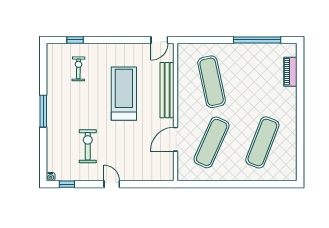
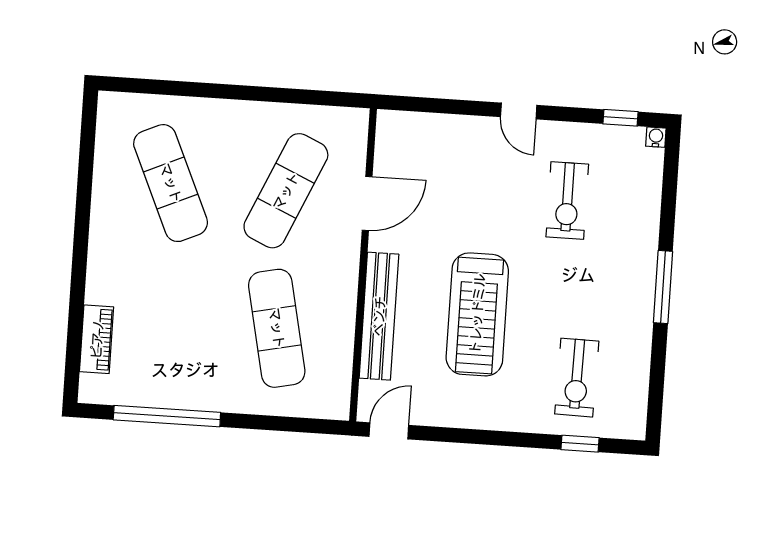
exercise bike: (78, 69) -> (577, 378), width x1.38, depth x1.39
exercise mat: (262, 142) -> (171, 183), turned -45

